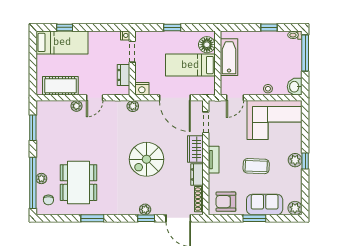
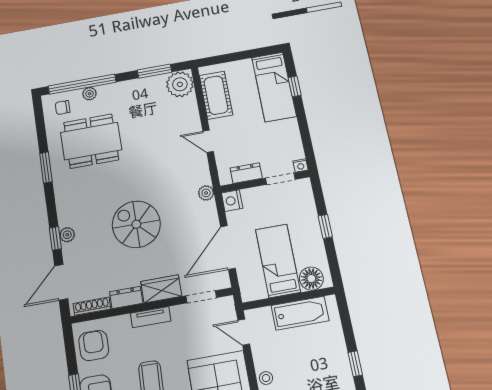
plant: (76, 106) -> (180, 84), moved, width x1.87, depth x1.87

